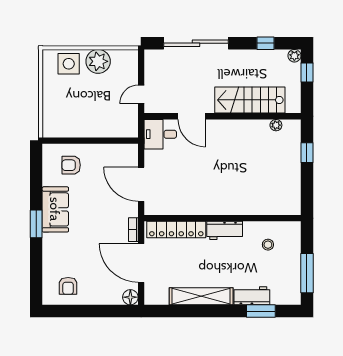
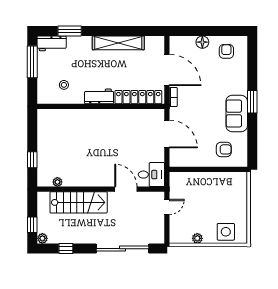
plant: (98, 61) -> (197, 238), width x0.53, depth x0.53
workbench: (252, 296) -> (52, 43), moved
floor lamp: (130, 297) -> (202, 42), moved

